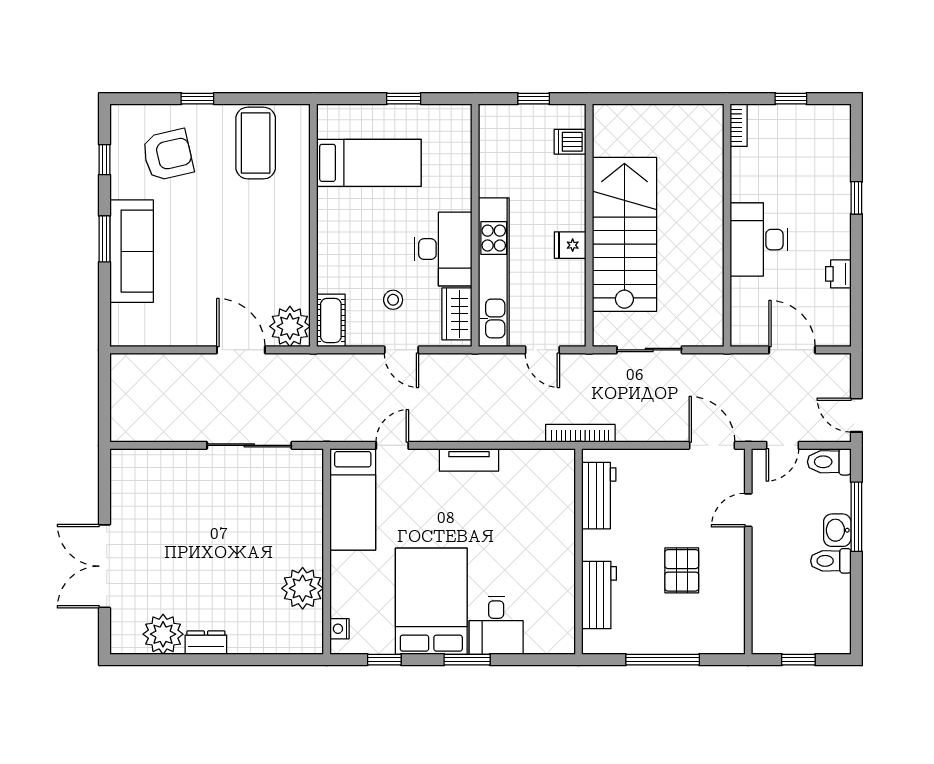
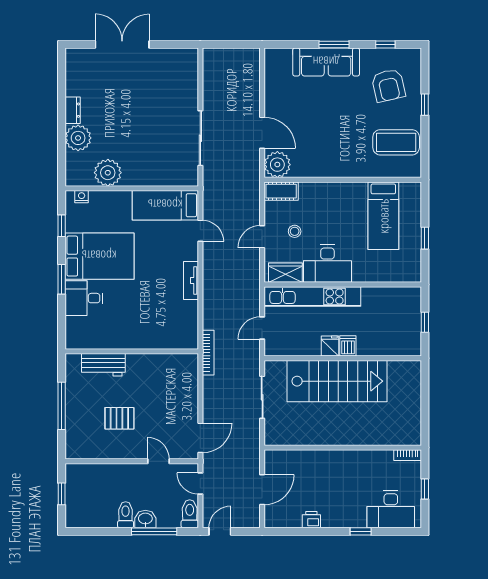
dishwasher: (570, 142) -> (348, 346), moved
desk: (759, 240) -> (391, 509), moved, turned 180
door: (241, 350) -> (262, 133), hinge flipped
workbench: (599, 496) -> (168, 365), removed
plant: (163, 634) -> (78, 138), moved

